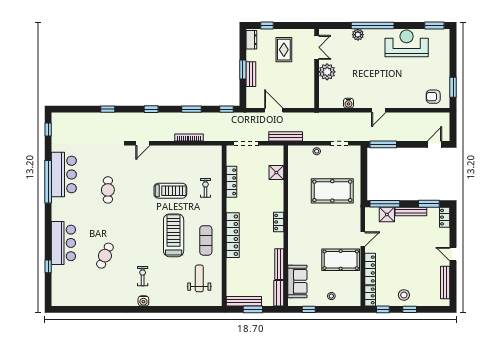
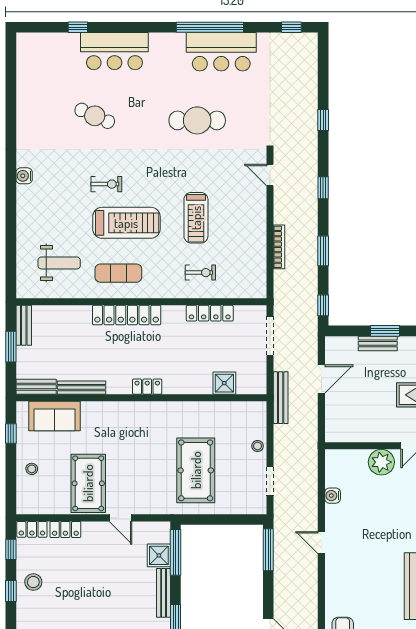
cafe table: (108, 190) -> (197, 120), width x1.37, depth x1.35
locker: (370, 269) -> (65, 529), width x0.66
exercise bike: (143, 276) -> (106, 184), moved
bench: (244, 301) -> (24, 325), width x0.73

